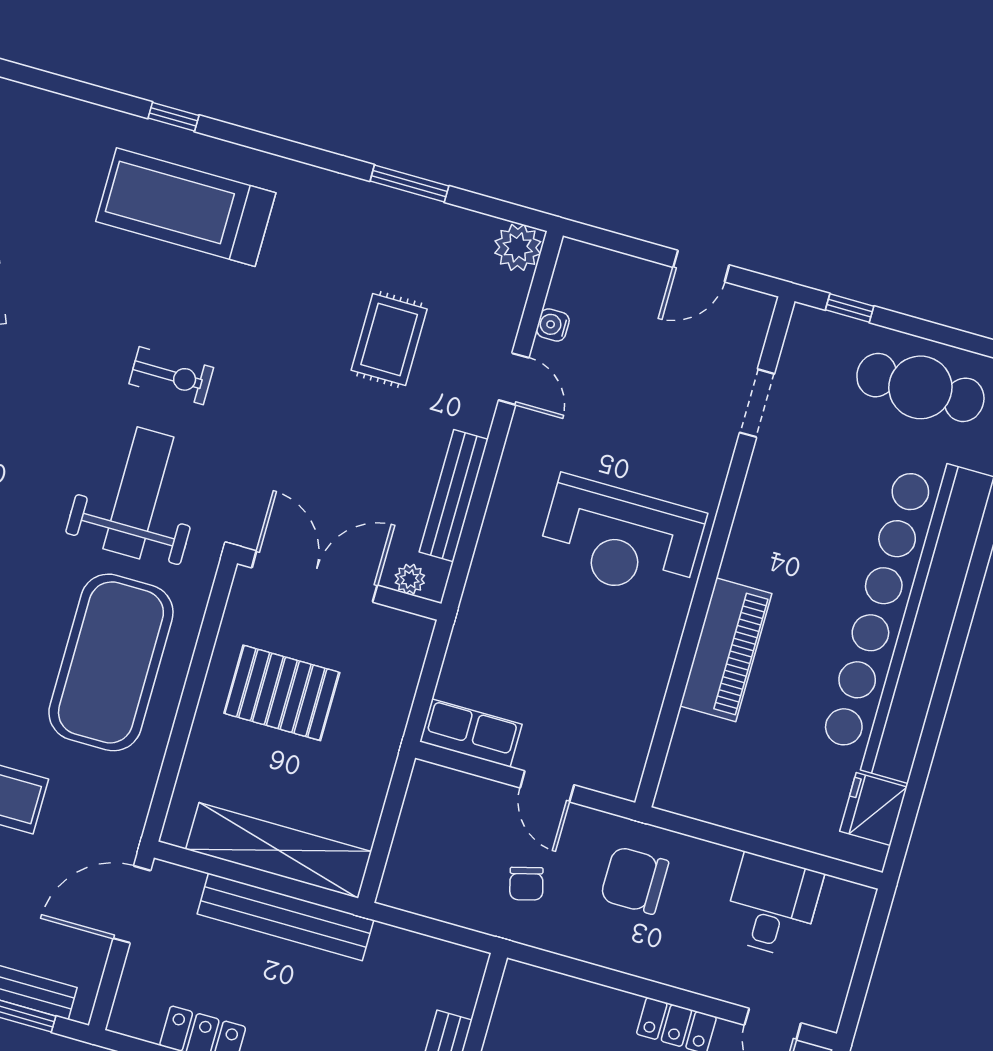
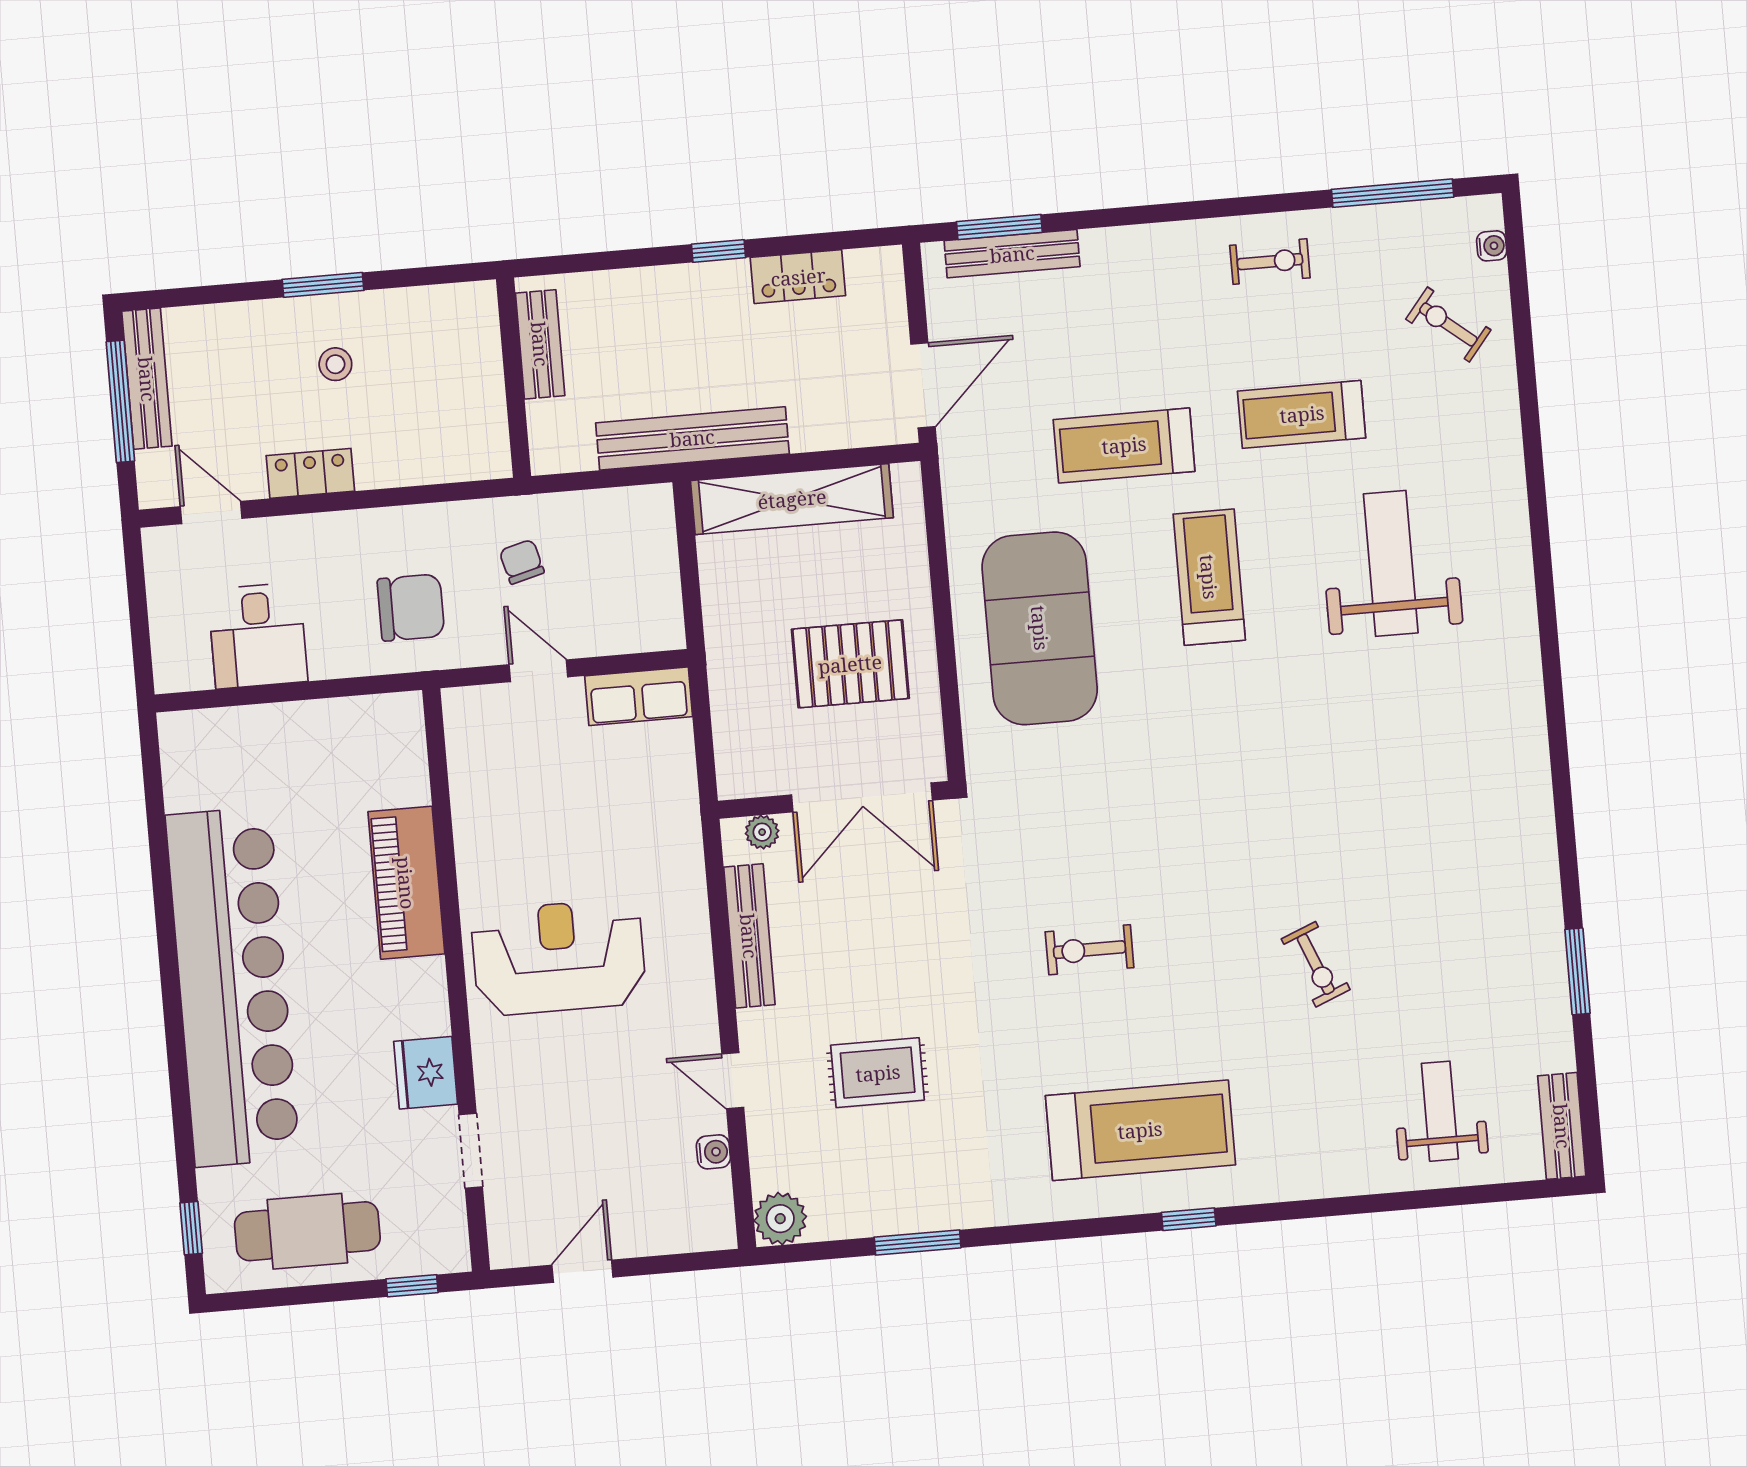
rug: (389, 340) -> (878, 1073), turned 90
weight bench: (138, 493) -> (1078, 815), removed
fridge: (873, 809) -> (426, 1073), moved, turned 180
bench: (285, 917) -> (692, 438), moved

